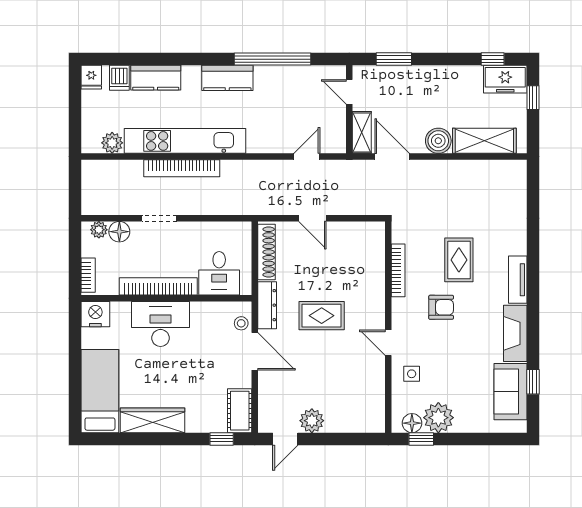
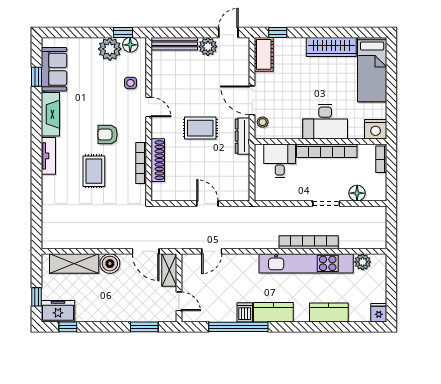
dishwasher: (119, 78) -> (245, 312), moved
plant: (99, 230) -> (373, 195), removed
shoe rack: (266, 252) -> (158, 160), moved, turned 180
bench: (355, 424) -> (174, 44), added

